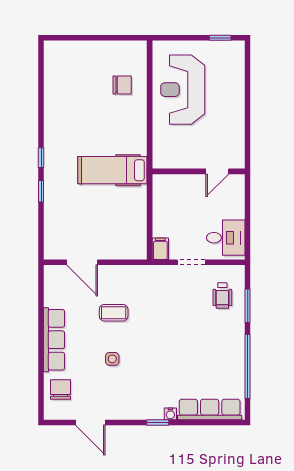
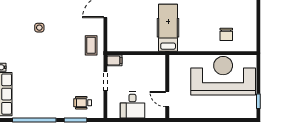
reception desk: (183, 90) -> (223, 76), width x1.36, depth x1.30
desk: (226, 238) -> (132, 105), moved
coffee table: (114, 313) -> (91, 45), moved

